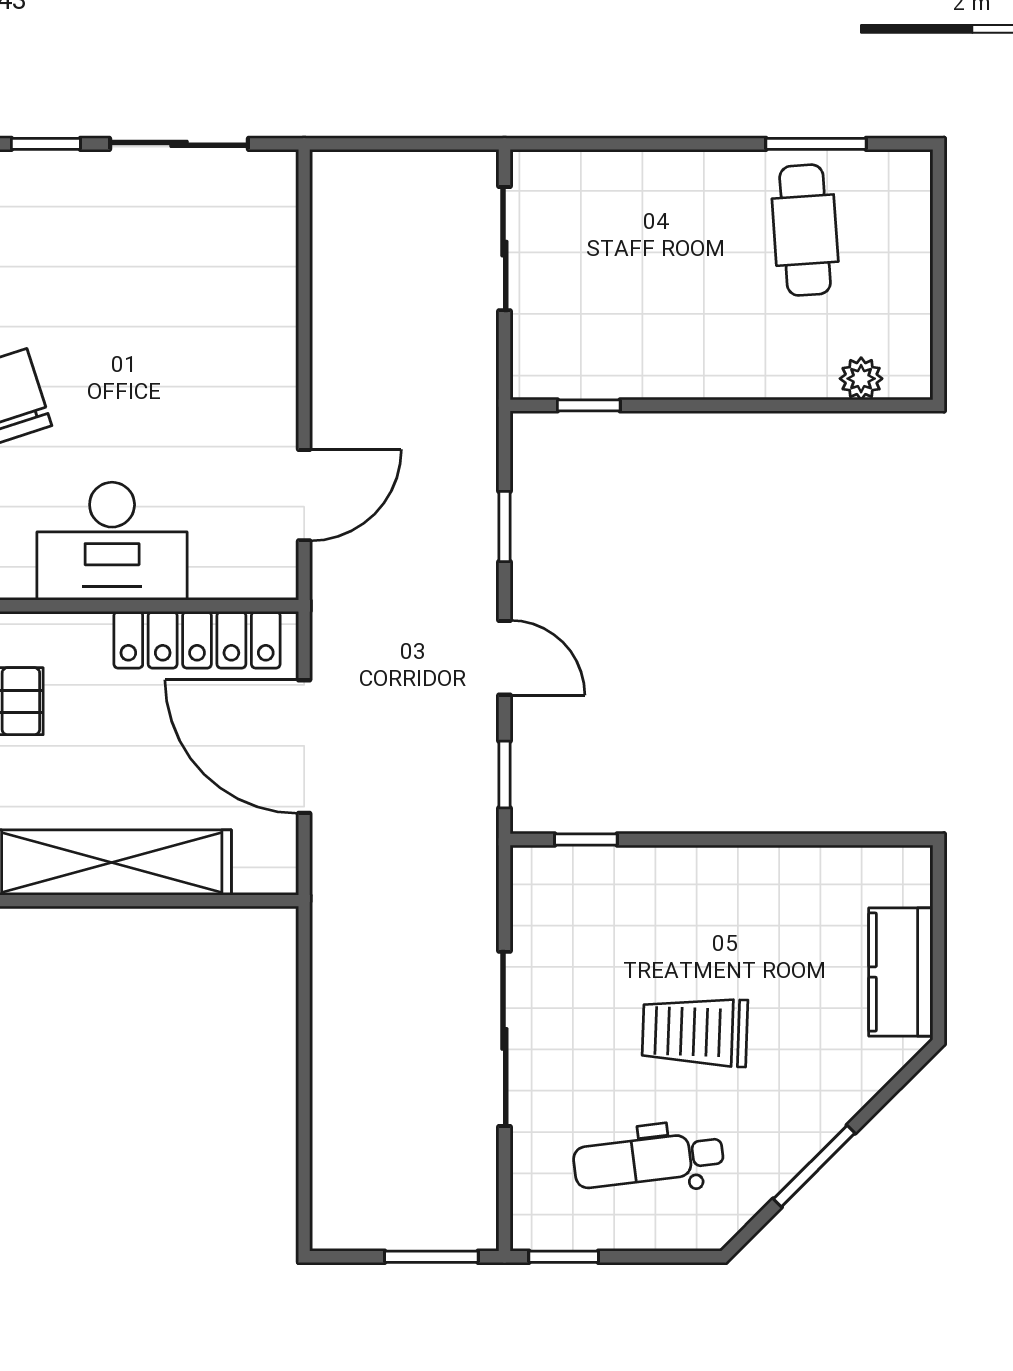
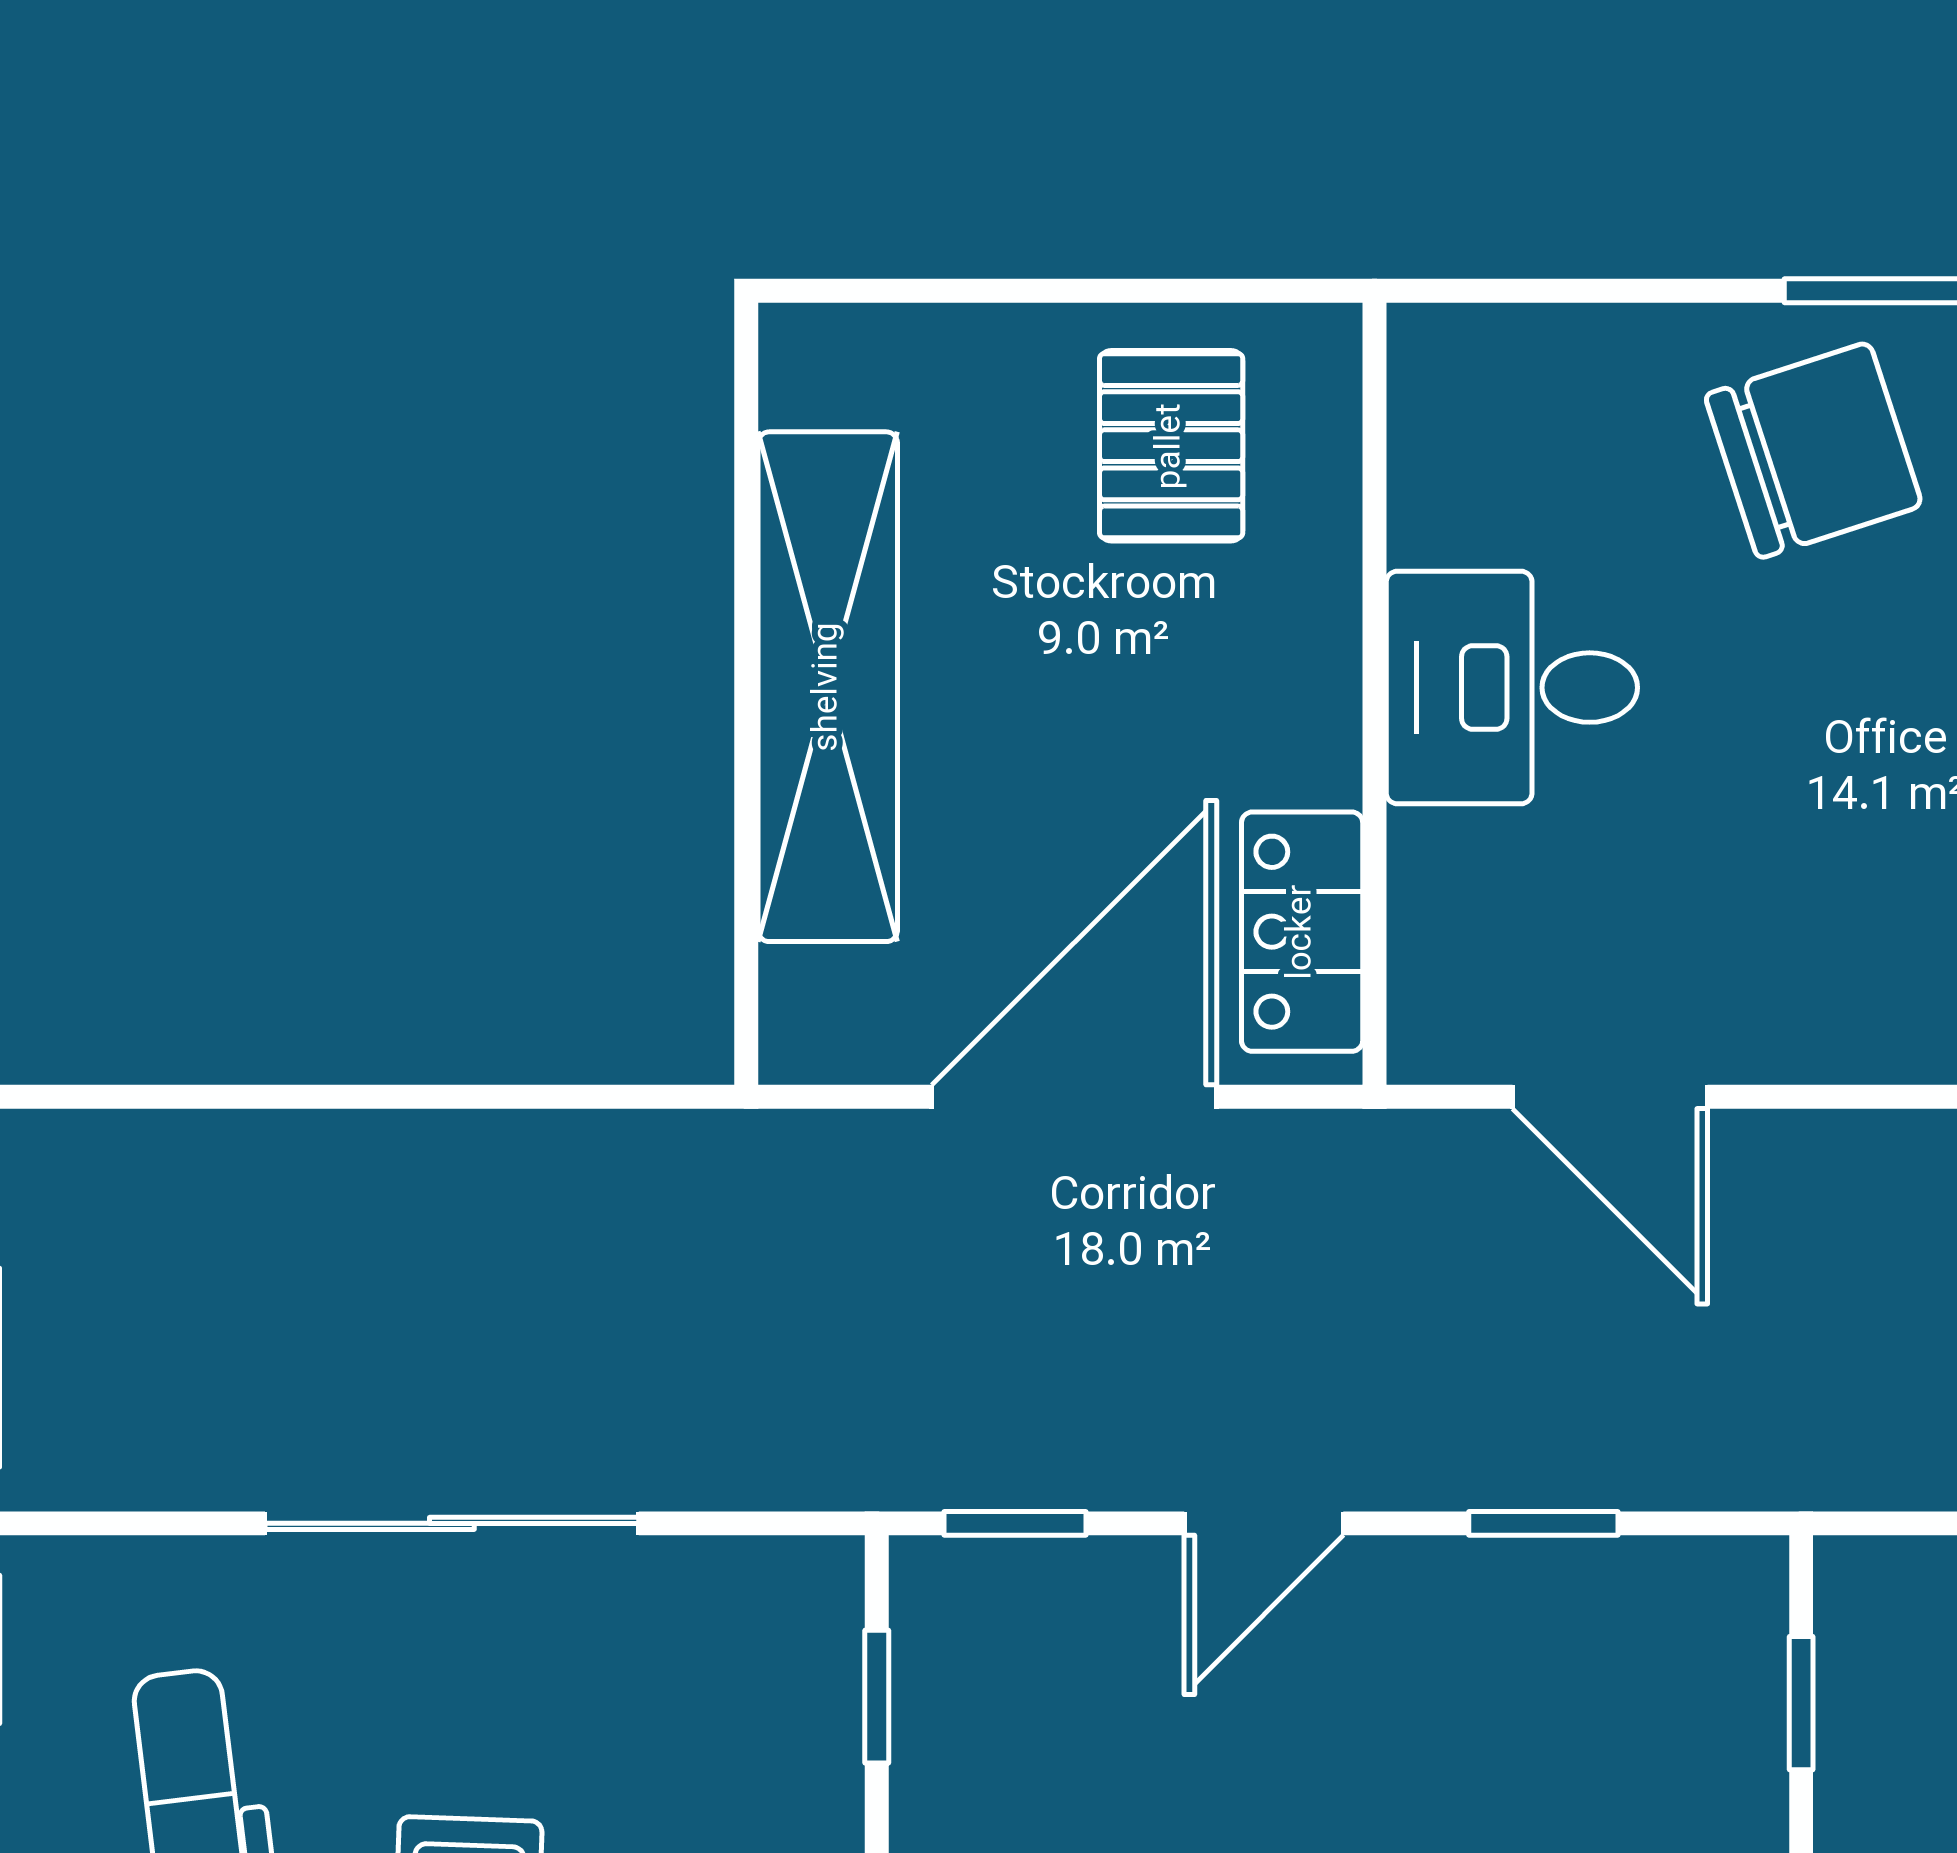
desk: (112, 541) -> (1512, 688), width x0.73
locker: (197, 640) -> (1302, 932), width x0.66

